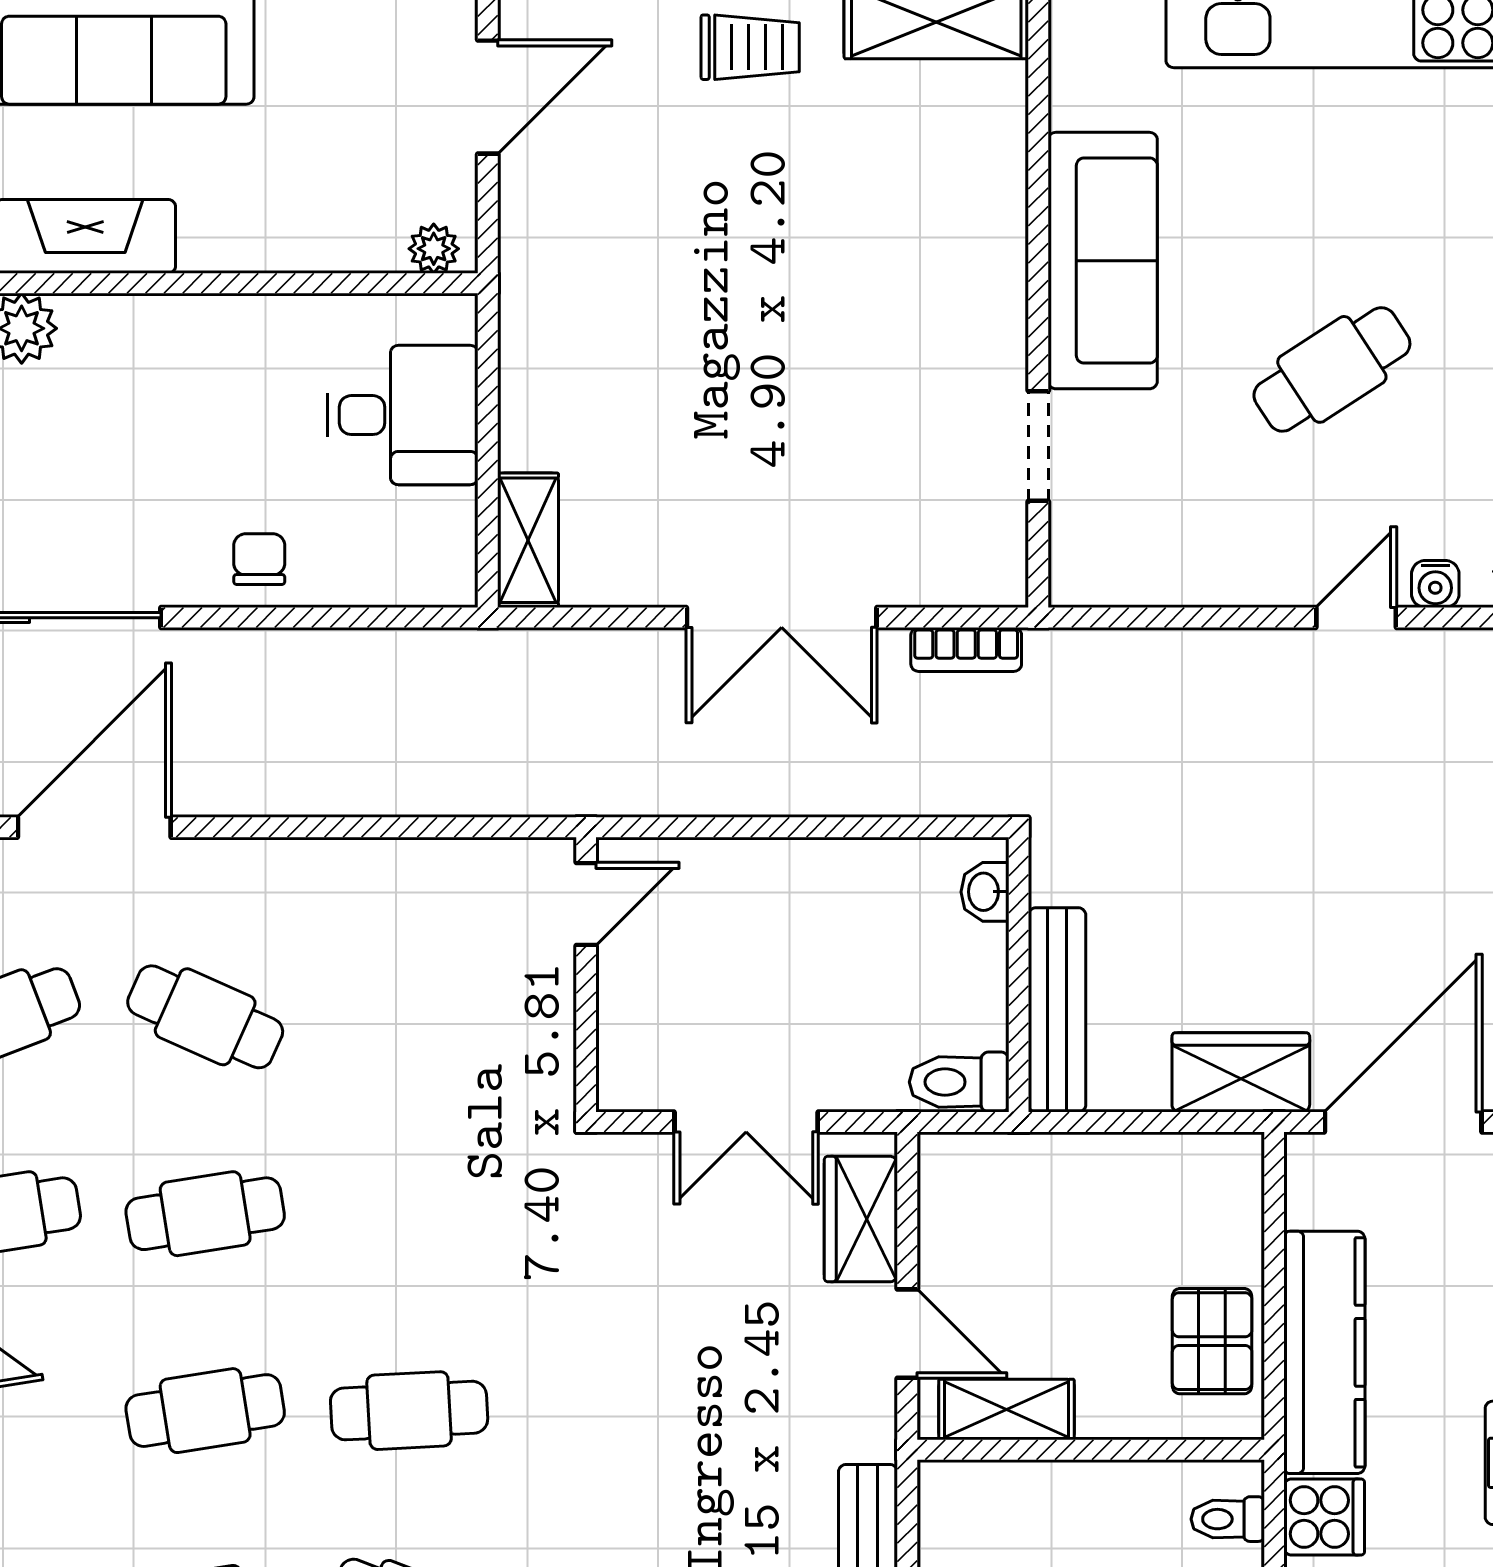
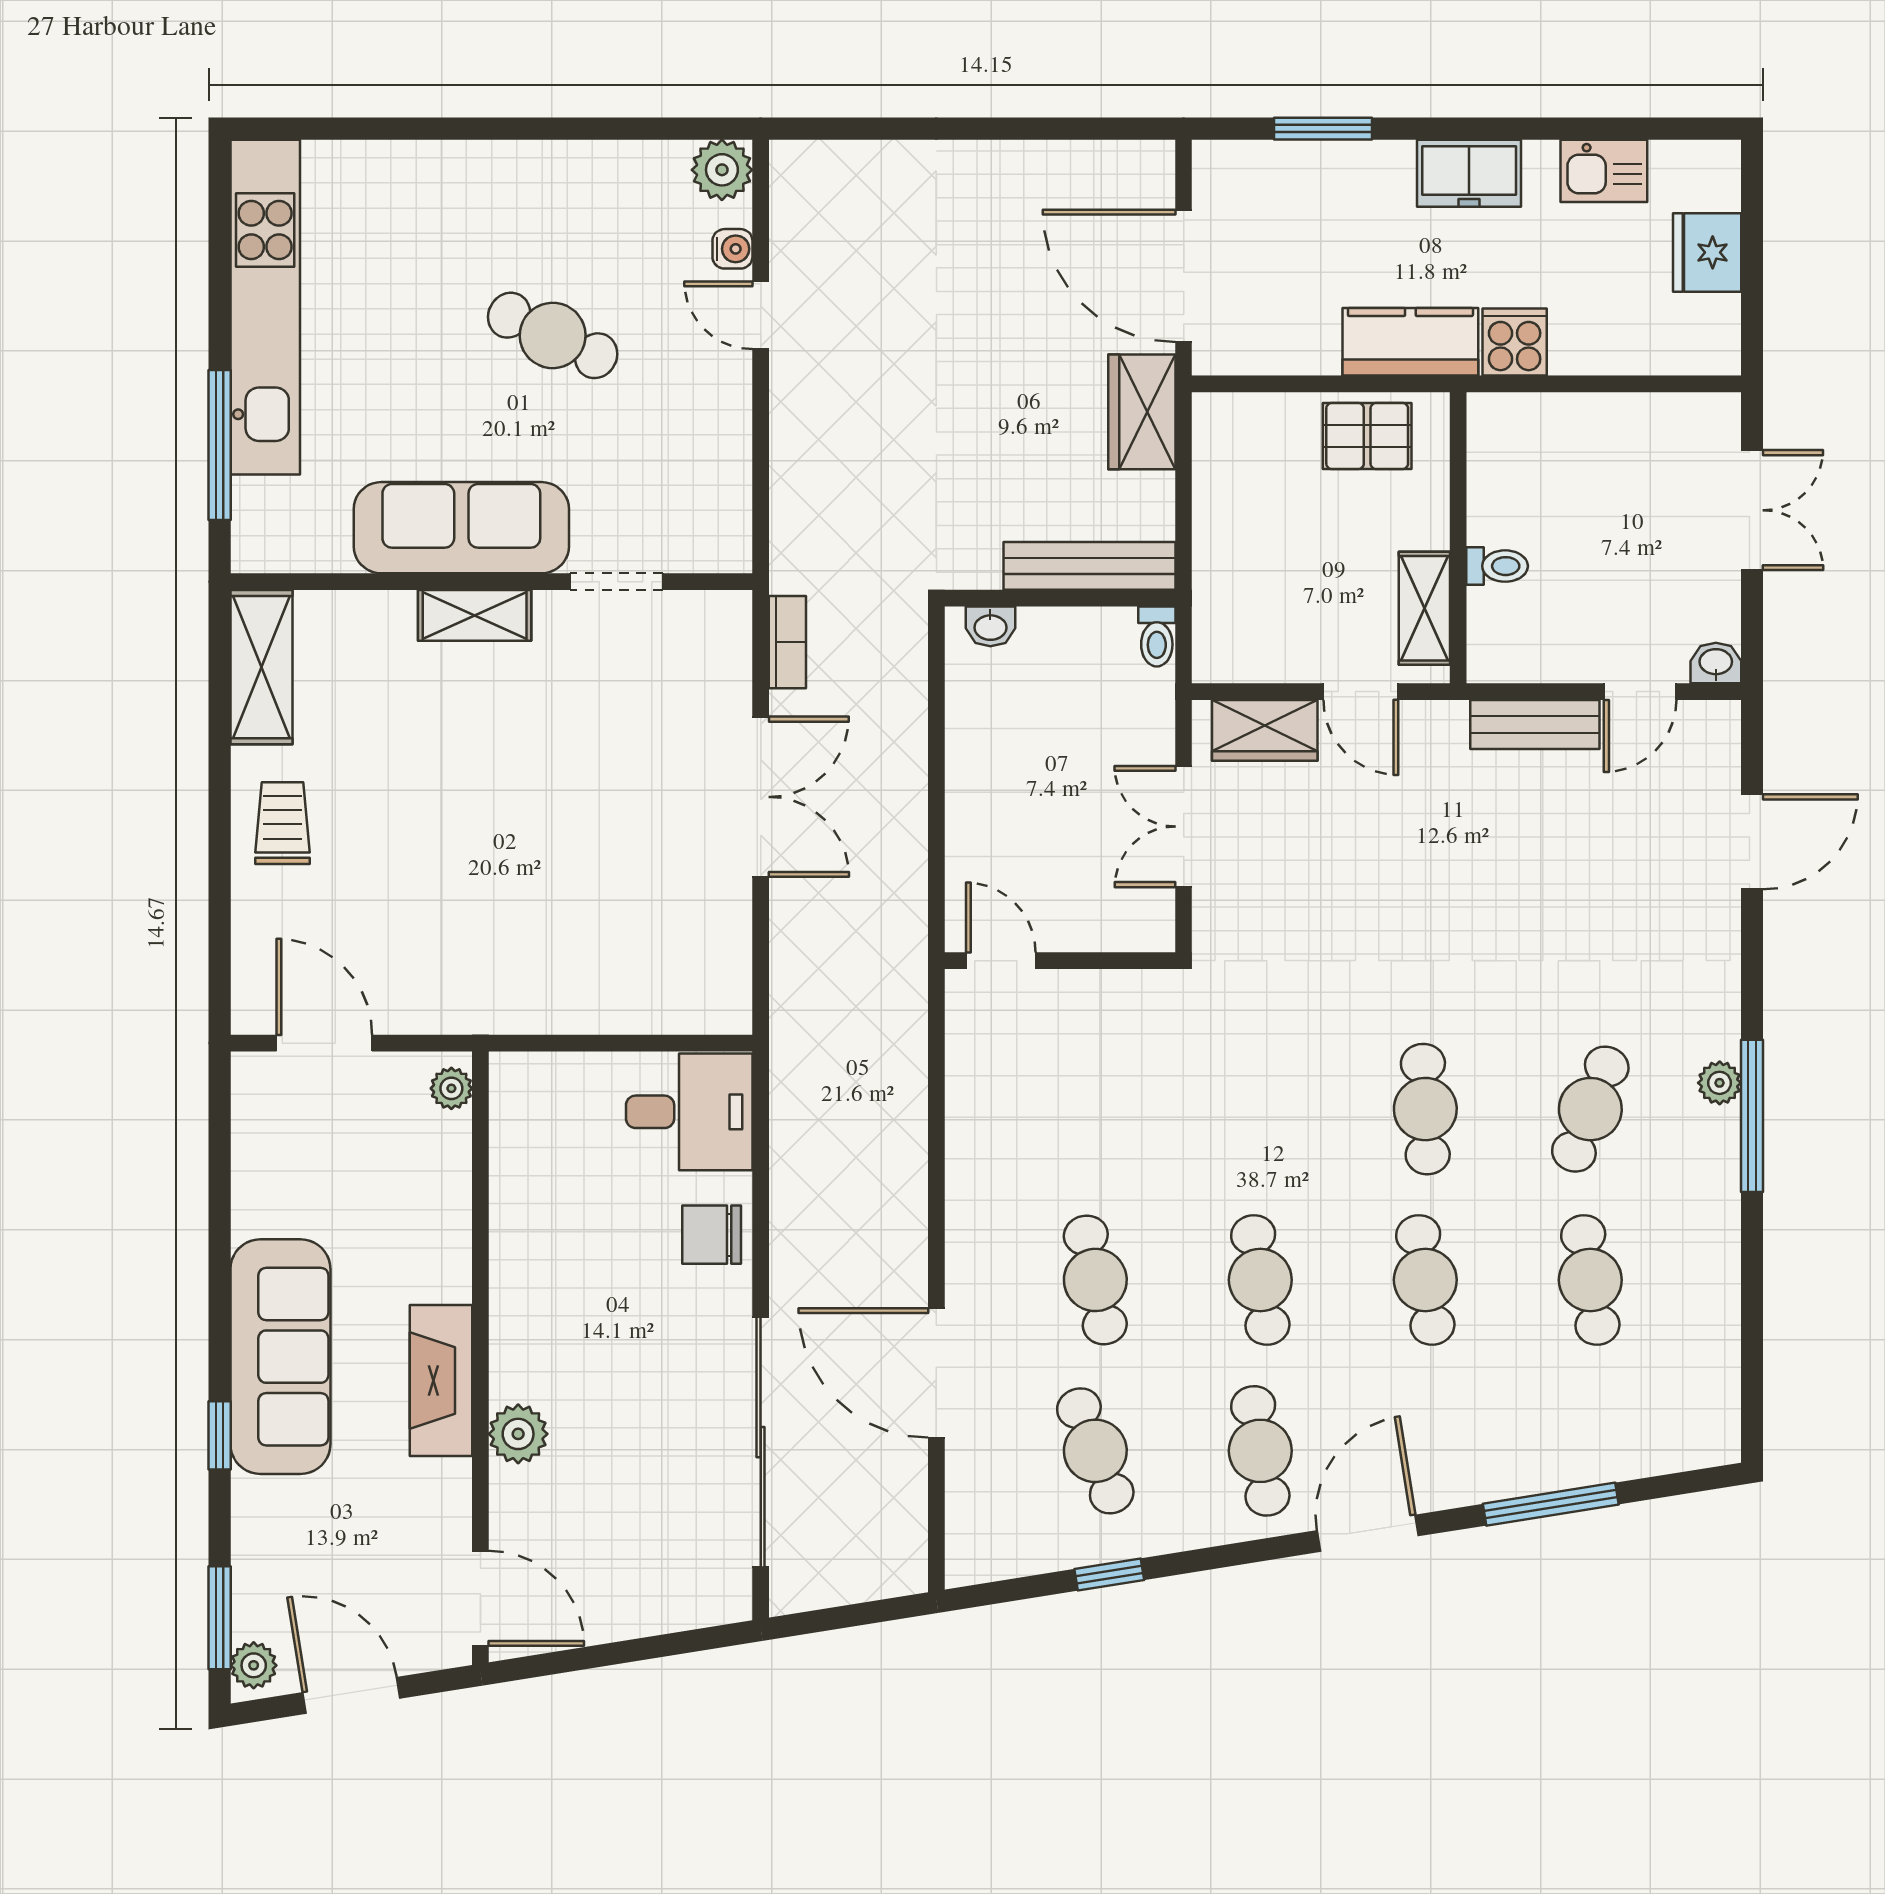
cafe table: (1332, 369) -> (553, 335), turned -32
desk: (403, 415) -> (689, 1112), moved, turned 90
shelving: (528, 540) -> (475, 615), moved
chair: (259, 559) -> (712, 1235), width x1.37, depth x1.37
cafe table: (205, 1017) -> (1095, 1280), turned -36
toilet: (959, 1082) -> (1157, 636), width x0.73, depth x0.72
double door: (746, 1122) -> (1184, 827), swing flipped
door: (907, 1334) -> (1361, 692), swing flipped
kitchen counter: (1324, 1352) -> (1410, 342), width x0.67
toilet: (1228, 1519) -> (1497, 566), moved, turned -90

